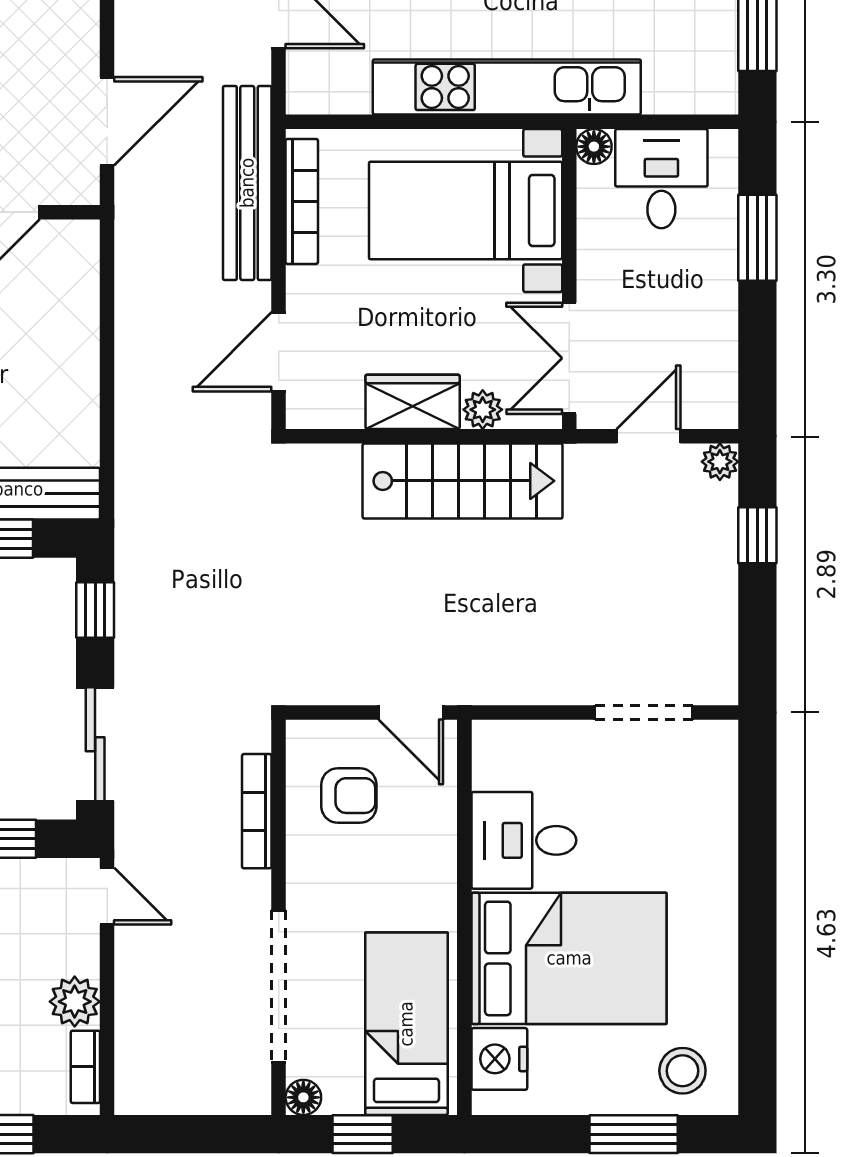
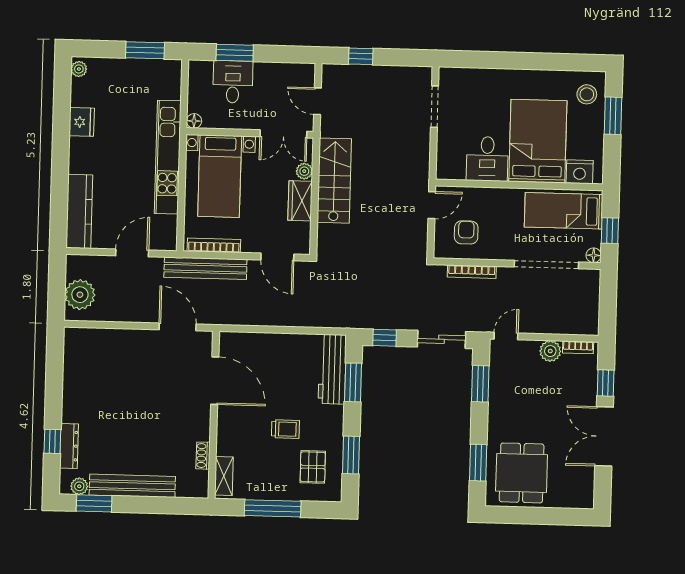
desk: (661, 179) -> (233, 82), moved, turned 90
plant: (720, 462) -> (329, 71), removed

